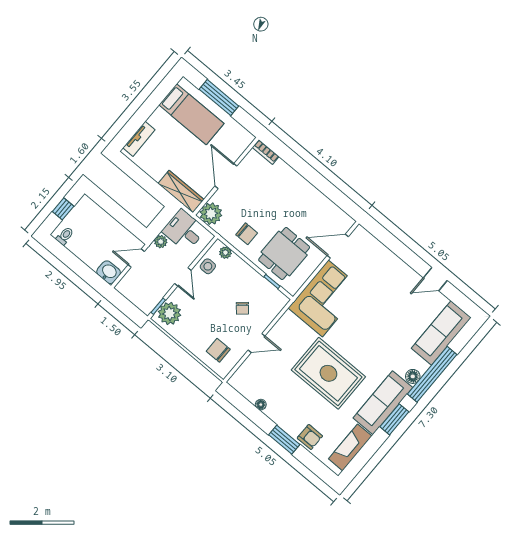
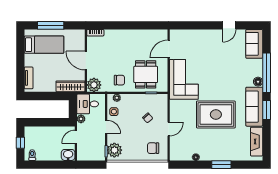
sofa: (441, 333) -> (254, 44), width x0.73
armchair: (310, 437) -> (233, 153), removed

